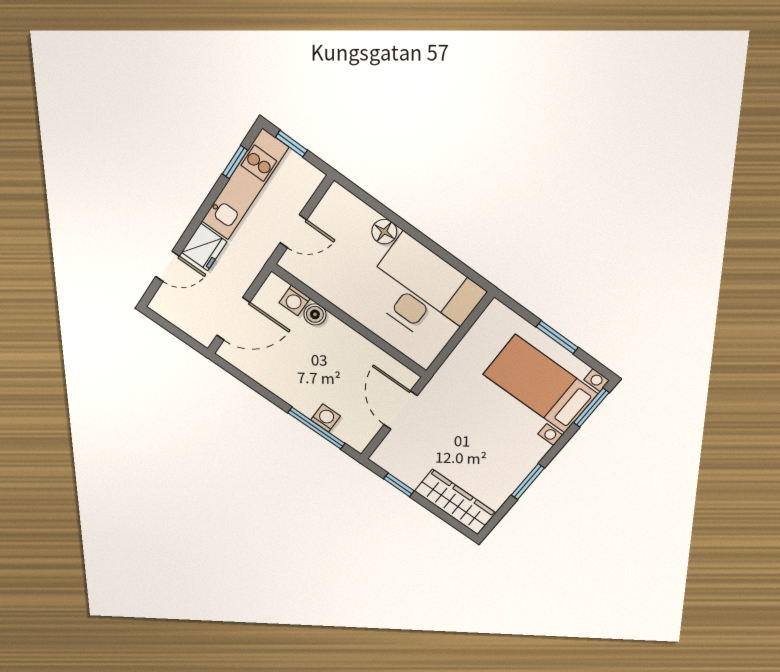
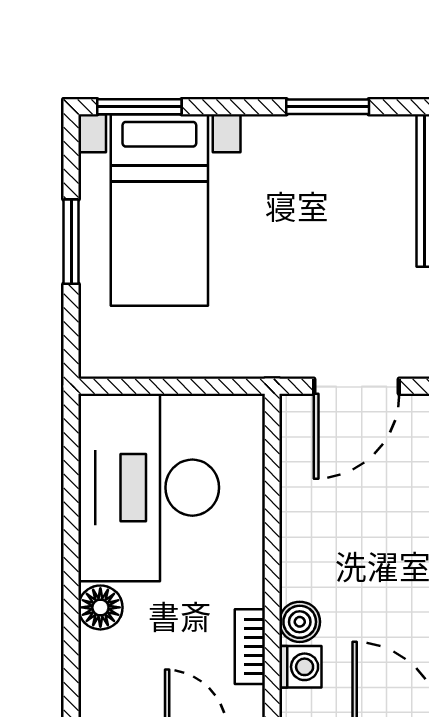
bookcase: (319, 285) -> (250, 647), added

